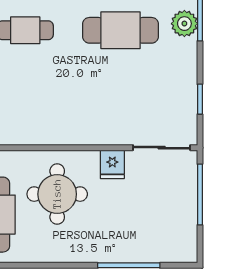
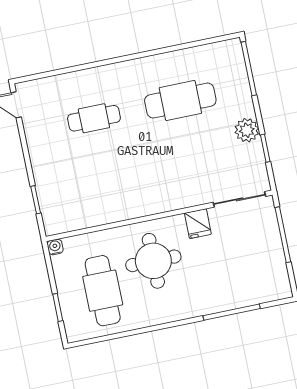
plant: (184, 24) -> (247, 130), moved

